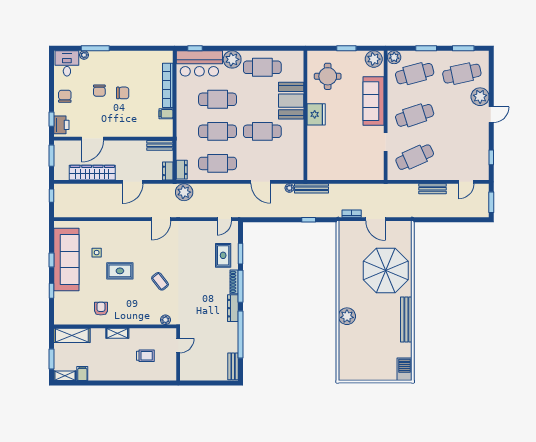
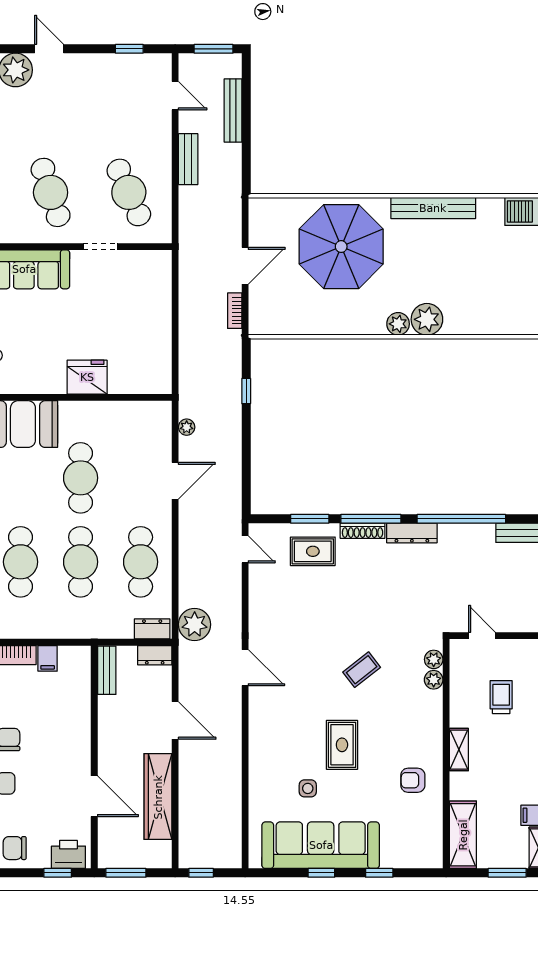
fridge: (316, 114) -> (87, 377), moved
bench: (312, 188) -> (233, 110), moved
plant: (345, 301) -> (398, 324), added
plant: (155, 320) -> (434, 680), added

